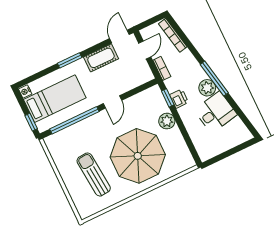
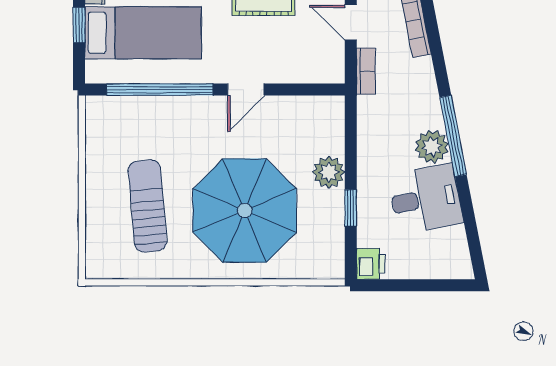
door: (145, 50) -> (351, 23), swing flipped
window: (168, 98) -> (351, 208), moved
printer: (179, 99) -> (371, 264), moved
window: (31, 122) -> (79, 25), moved

